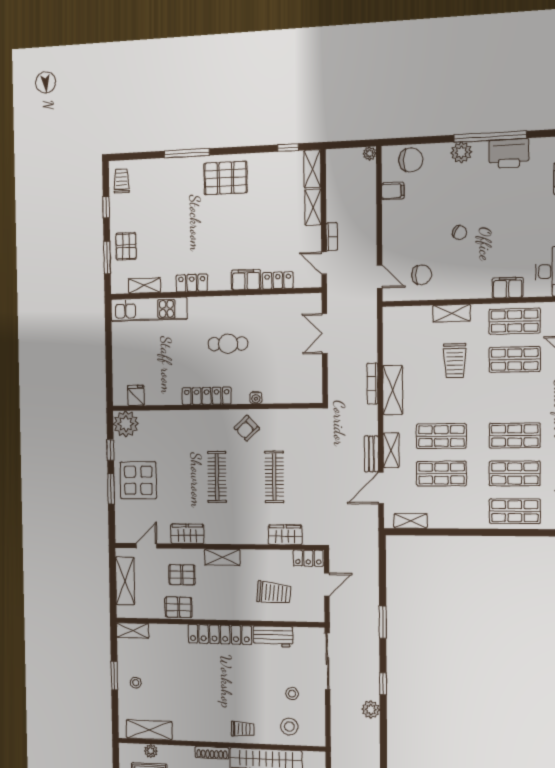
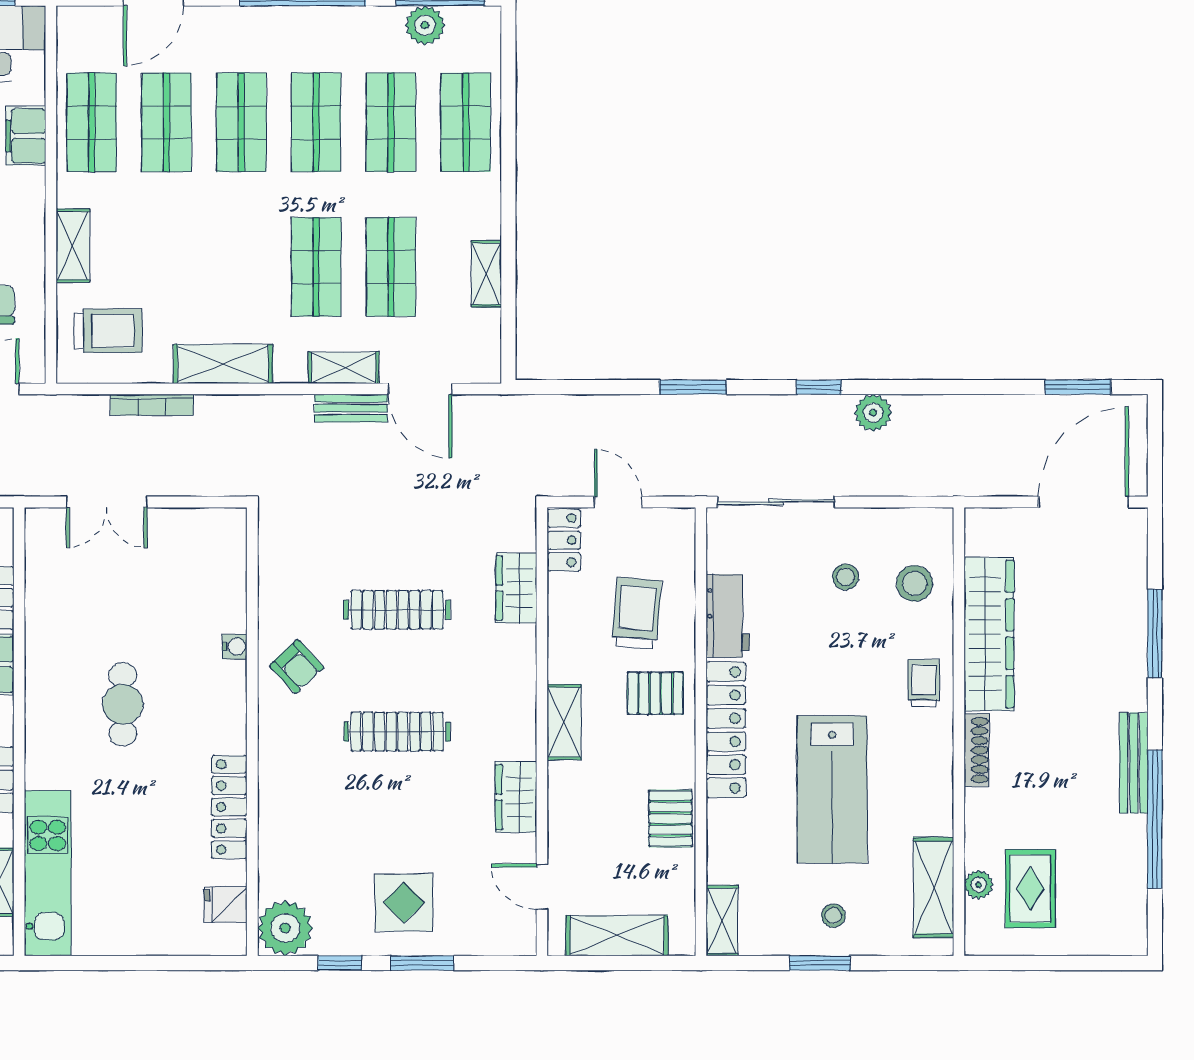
trolley: (455, 361) -> (108, 331), moved
bookcase: (372, 384) -> (152, 405), moved
locker: (207, 396) -> (229, 807), moved
shop shelf: (515, 398) -> (241, 122), added
display table: (138, 480) -> (404, 903), width x0.73, depth x0.73
shelving: (410, 521) -> (486, 274), moved
pallet: (182, 575) -> (655, 693), moved, turned 90
lab bench: (193, 684) -> (832, 789), added

